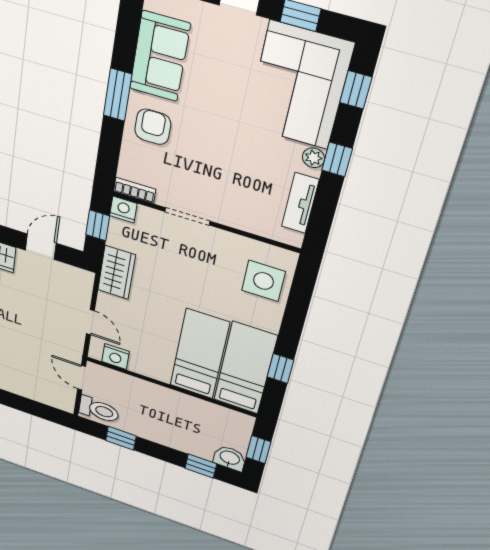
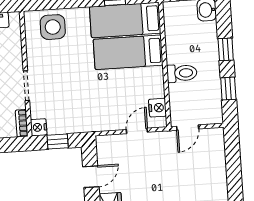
door: (41, 247) -> (91, 177), swing flipped
wardrobe: (117, 272) -> (88, 122), removed
toilet: (99, 410) -> (182, 73), moved, turned 90
window: (201, 466) -> (226, 49), moved

